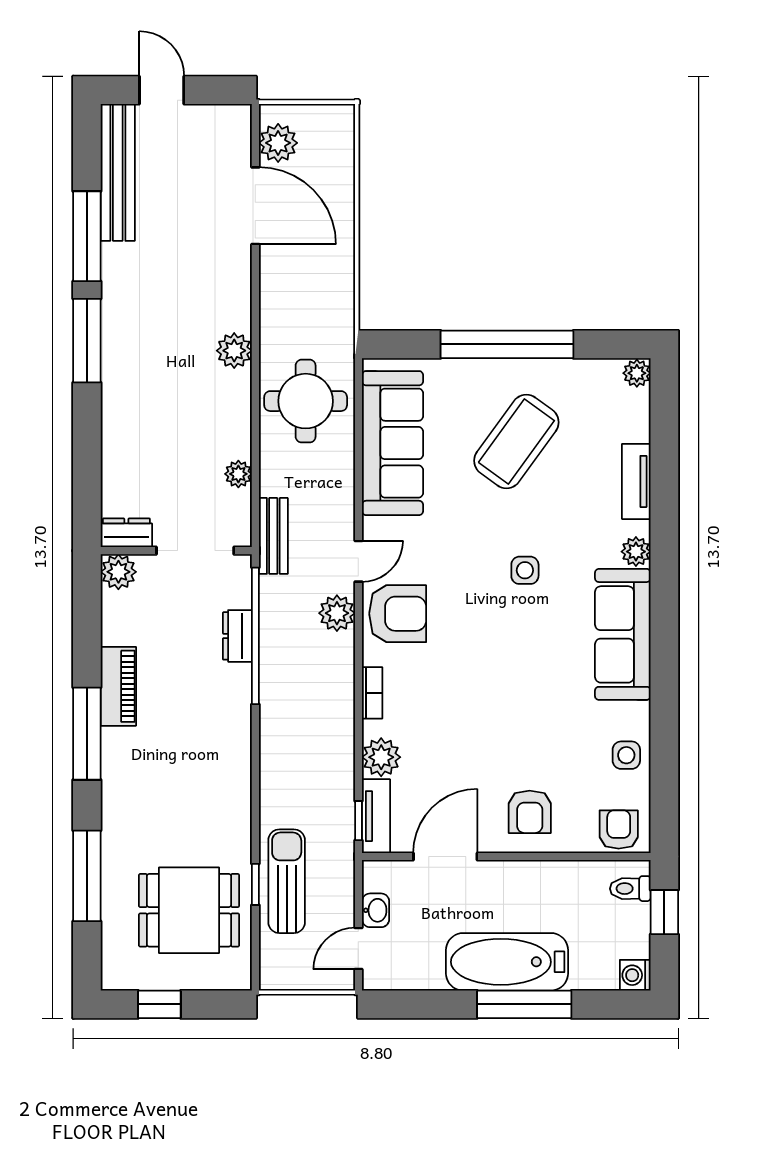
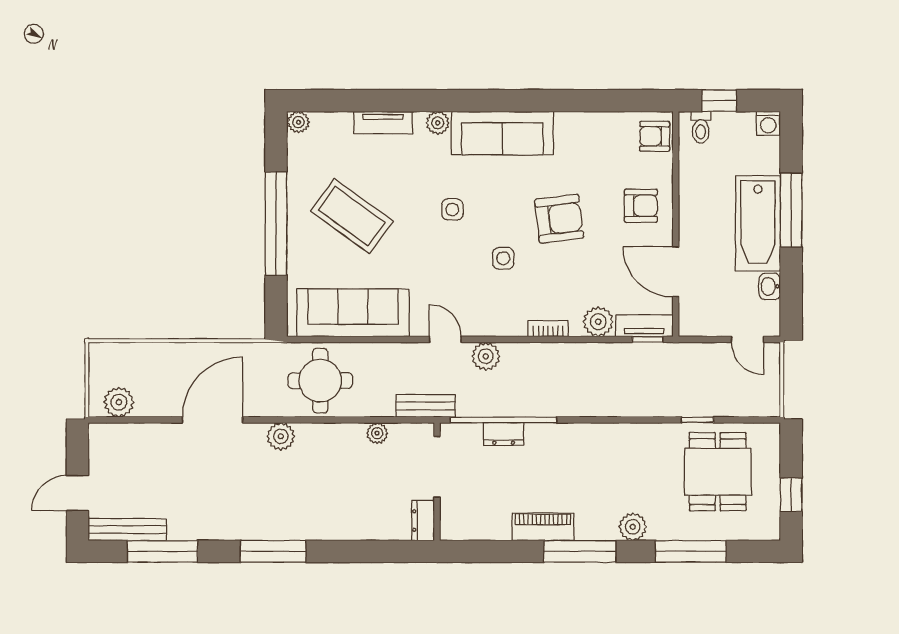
bench: (118, 172) -> (127, 530), width x0.73, depth x0.82
door: (255, 206) -> (213, 420), moved
window: (87, 236) -> (162, 551), moved
plant: (118, 572) -> (633, 527), moved
armchair: (398, 614) -> (559, 219), moved, turned 83
side table: (626, 755) -> (503, 258), moved
sun lounger: (287, 881) -> (695, 395), removed
washbasin: (376, 910) -> (770, 286), moved, turned -90

